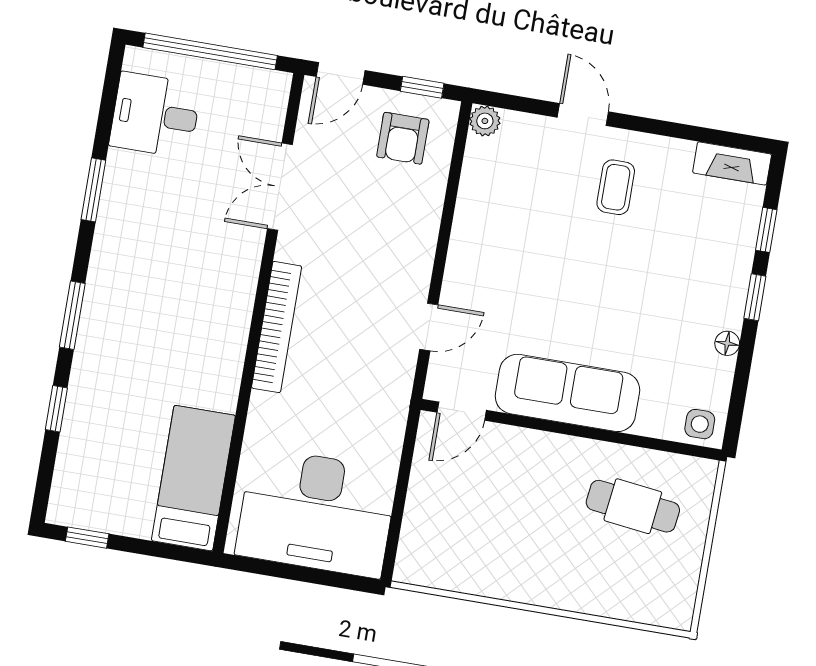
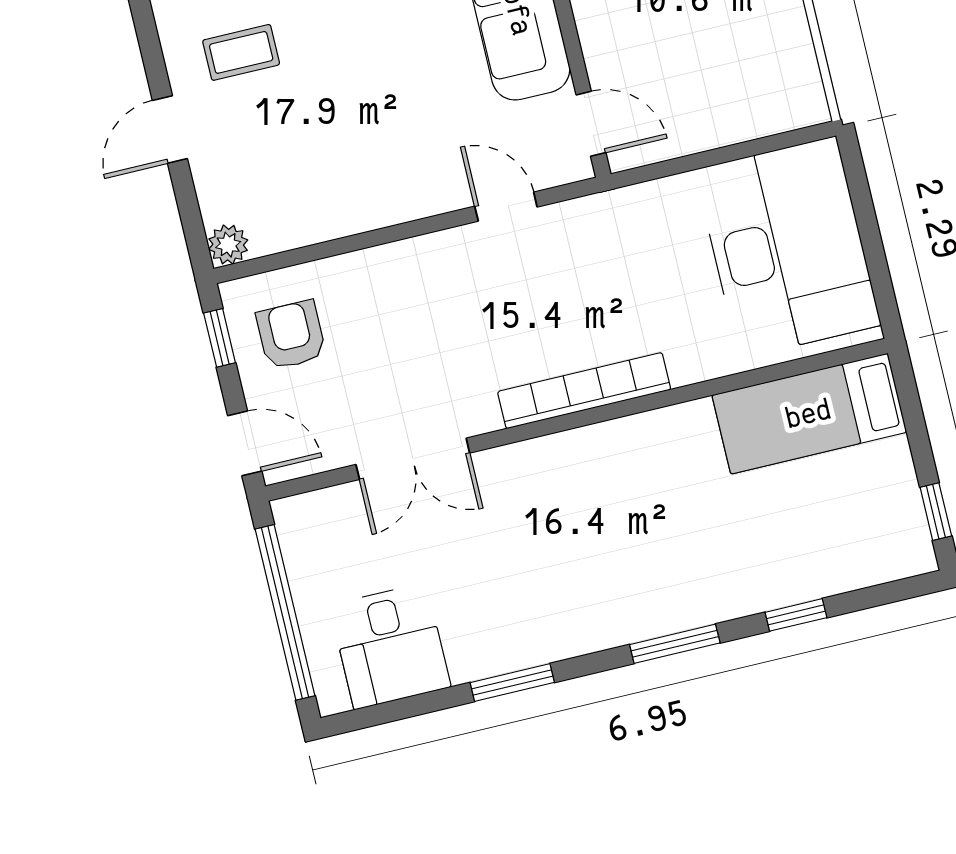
armchair: (403, 138) -> (291, 335), turned -90

